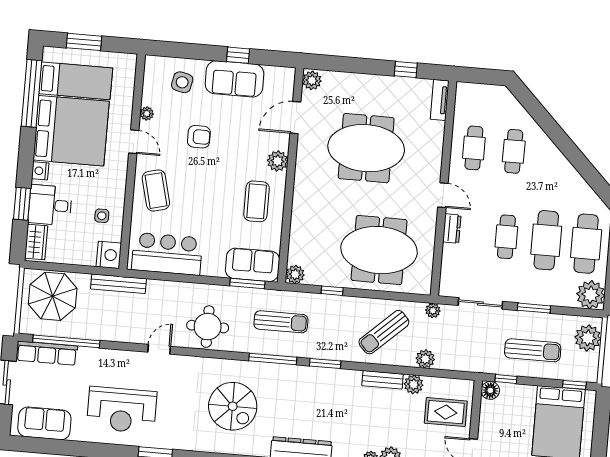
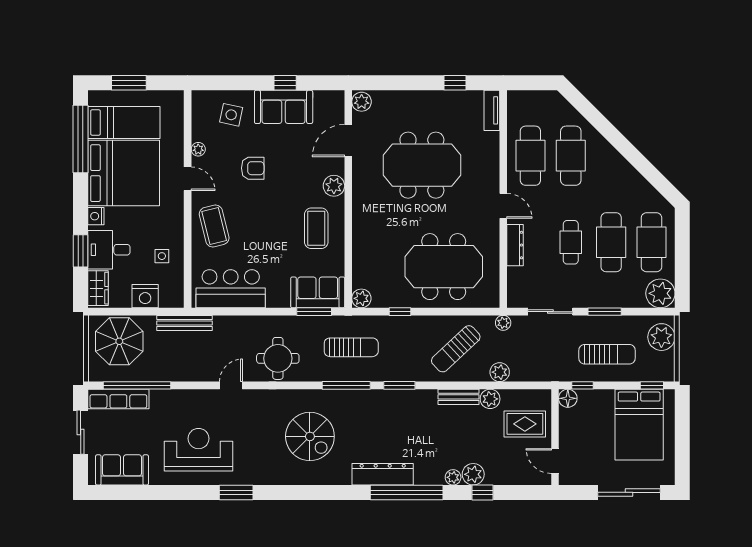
cafe table: (474, 148) -> (530, 156), width x1.37, depth x1.35
cafe table: (514, 151) -> (571, 156), width x1.37, depth x1.35
dresser: (452, 229) -> (515, 245), width x1.44
nightstand: (109, 255) -> (145, 296), moved, turned 90
reception desk: (122, 410) -> (199, 450), turned 180

